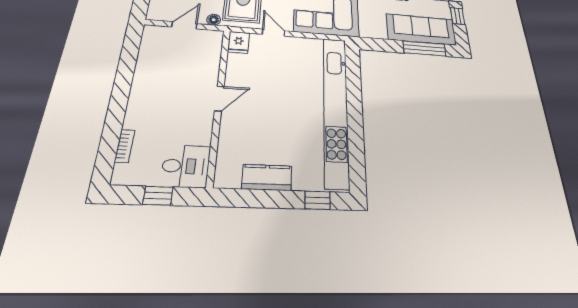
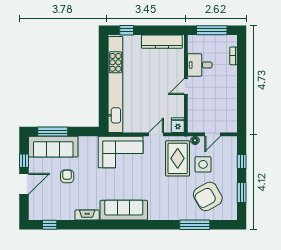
door: (274, 33) -> (156, 134), swing flipped
desk: (186, 166) -> (200, 65), moved
kitchen counter: (267, 177) -> (162, 42), width x1.50
window: (158, 196) -> (212, 30), width x2.17

